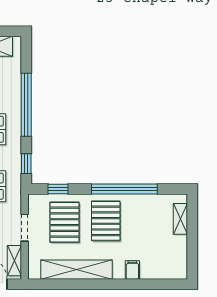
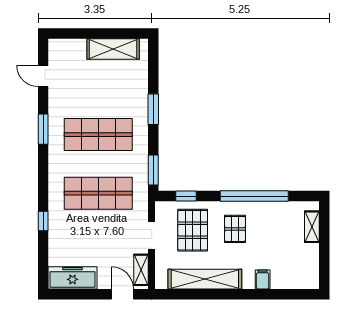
window: (26, 105) -> (153, 109), width x0.47
window: (26, 164) -> (153, 170), width x1.50
pallet: (106, 221) -> (235, 229), width x0.67, depth x0.71

